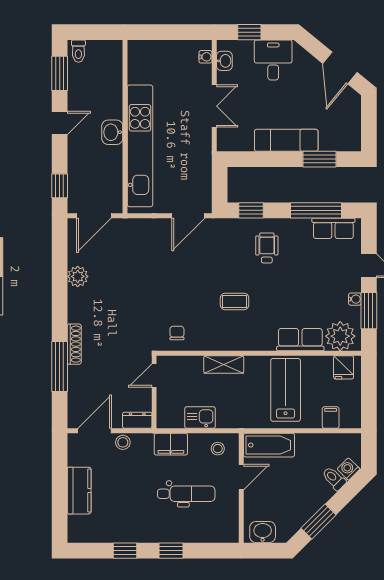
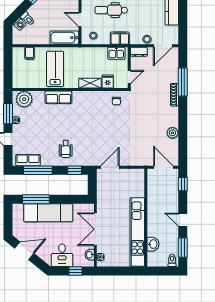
door: (340, 68) -> (24, 251), hinge flipped
double door: (214, 106) -> (95, 229), width x1.37
door: (60, 123) -> (183, 220), hinge flipped
washbasin: (112, 132) -> (153, 244), moved
exam couch: (286, 140) -> (48, 213), width x1.36, depth x1.45
kitchen unit: (140, 146) -> (137, 232), moved
window: (320, 159) -> (36, 199), width x1.44
door: (94, 216) -> (163, 167), hinge flipped
coffee table: (235, 301) -> (84, 119), removed
row of seats: (300, 340) -> (58, 97), moved
fridge: (344, 367) -> (108, 82), moved
lab bench: (286, 390) -> (55, 69), turned 180
kitchen sink: (200, 418) -> (116, 53), moved
door: (241, 477) -> (80, 19), hinge flipped

